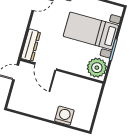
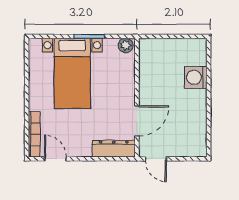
plant: (97, 68) -> (126, 45), width x0.53, depth x0.53

